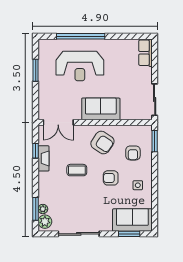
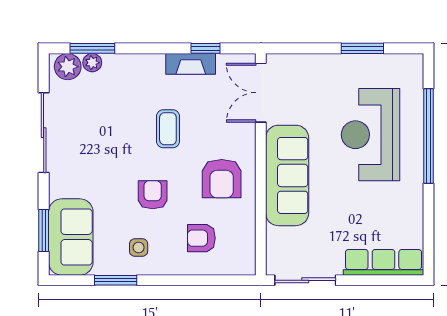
row of seats: (145, 53) -> (383, 262), width x1.48
sofa: (101, 109) -> (287, 175), width x1.36
window: (155, 141) -> (116, 280), moved
armchair: (102, 143) -> (222, 179), turned -34

